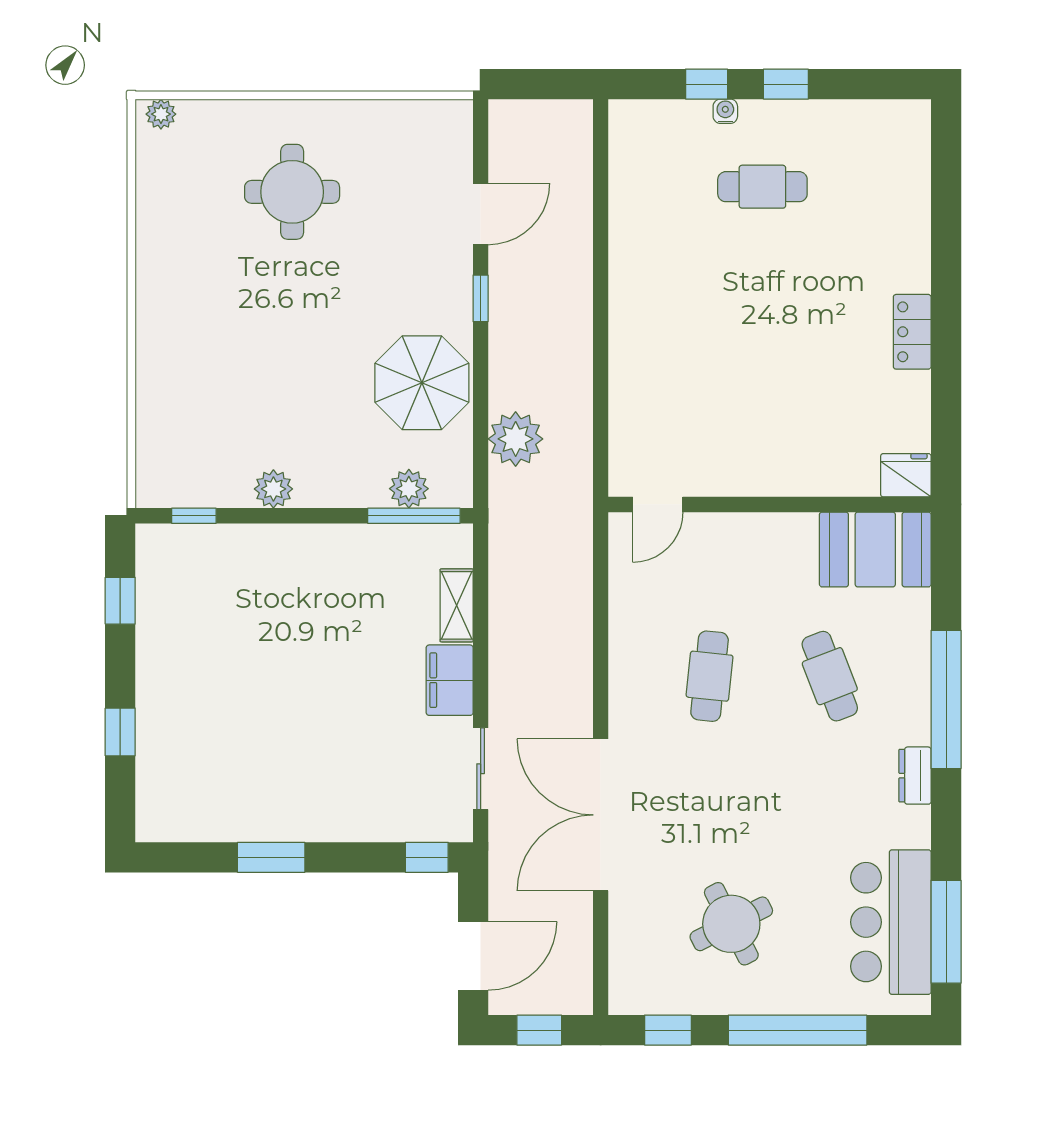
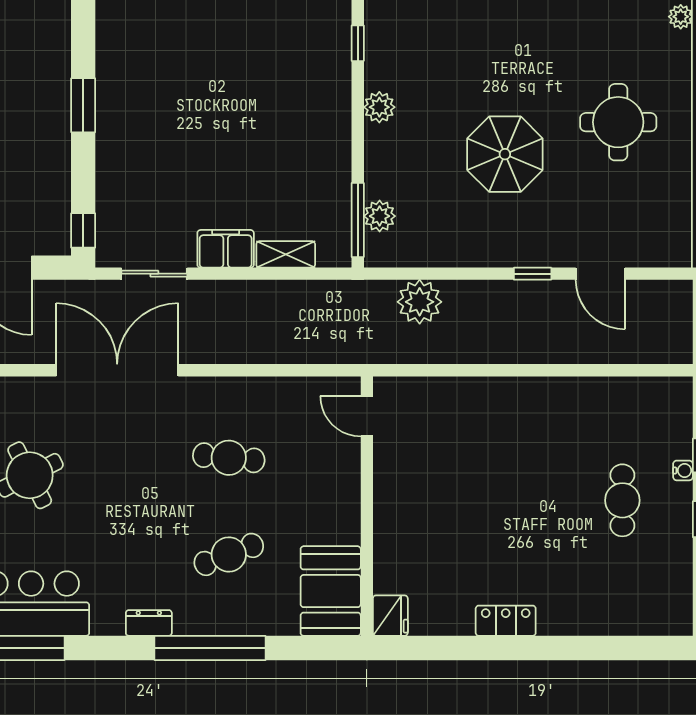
parasol: (422, 383) -> (505, 154), moved

